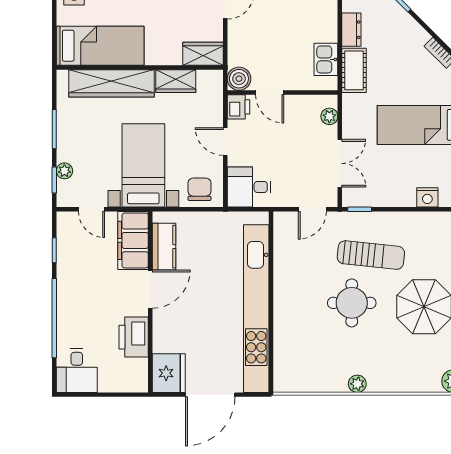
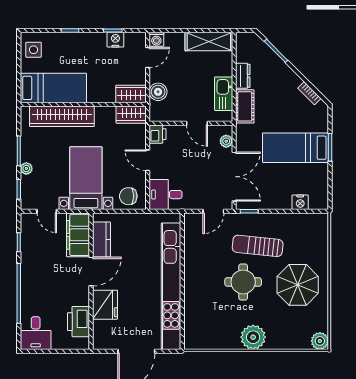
kitchen sink: (326, 59) -> (224, 94), width x1.38
boiler: (239, 79) -> (158, 92), moved
wardrobe: (176, 81) -> (131, 115), moved
door: (270, 92) -> (197, 123), moved
double door: (340, 163) -> (234, 177), width x1.37
plant: (64, 171) -> (26, 168), moved
chair: (200, 189) -> (128, 196), turned -90
sun lounger: (371, 255) -> (258, 246), turned 180
printer: (134, 337) -> (79, 322), moved
fridge: (169, 373) -> (105, 305), moved
plant: (357, 384) -> (253, 337), width x1.88, depth x1.88

